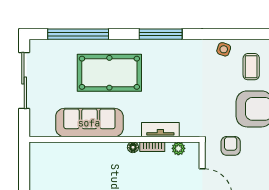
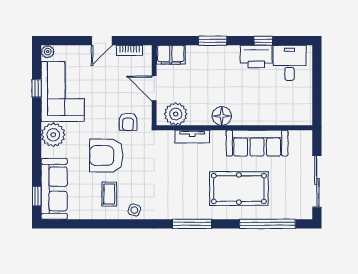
floor lamp: (133, 147) -> (222, 116), width x1.89, depth x1.89
bookcase: (152, 147) -> (200, 121), removed
plant: (178, 148) -> (176, 114), width x1.87, depth x1.87

